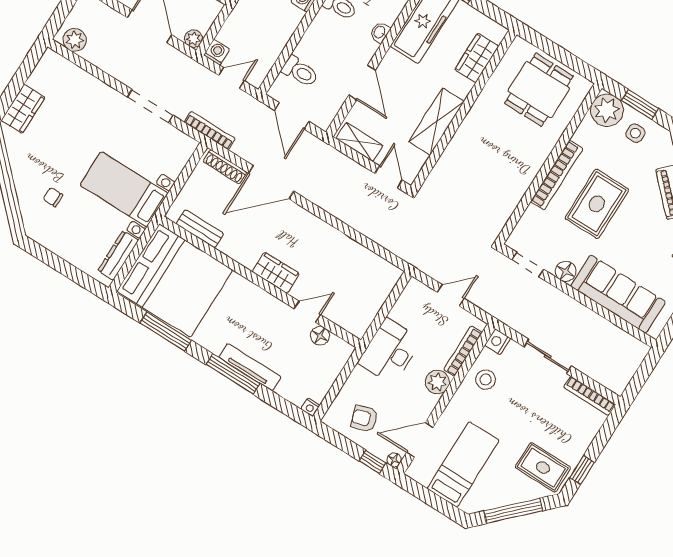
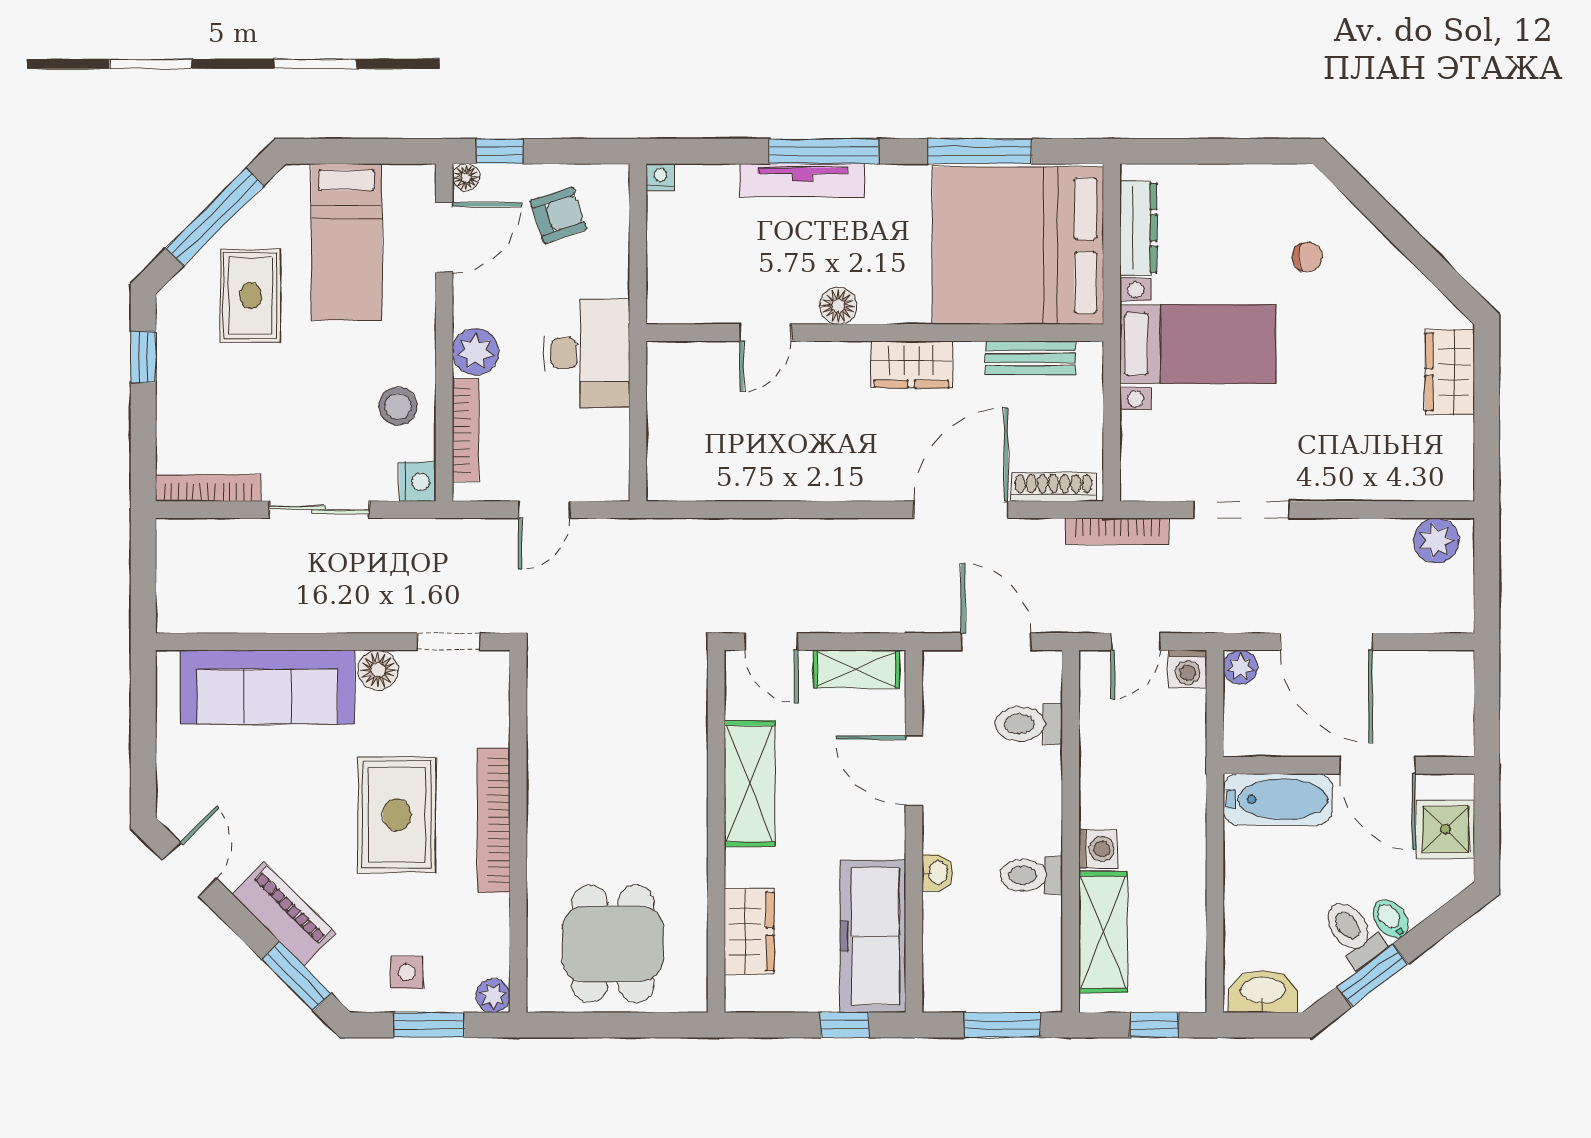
plant: (607, 110) -> (493, 996), width x0.53, depth x0.53
wardrobe: (276, 273) -> (911, 364), moved
floor lamp: (320, 336) -> (838, 306), moved
rug: (543, 467) -> (251, 296), moved, turned 90

